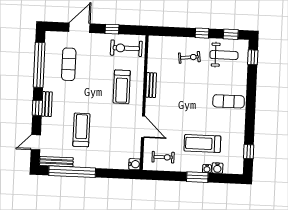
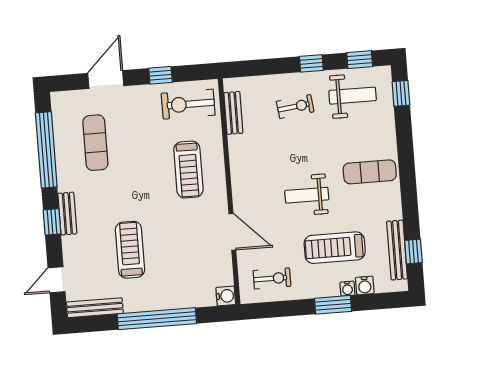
bench: (151, 85) -> (233, 113), moved
weight bench: (190, 111) -> (307, 195), added
bench: (239, 149) -> (397, 250), added
window: (72, 172) -> (157, 319), moved

